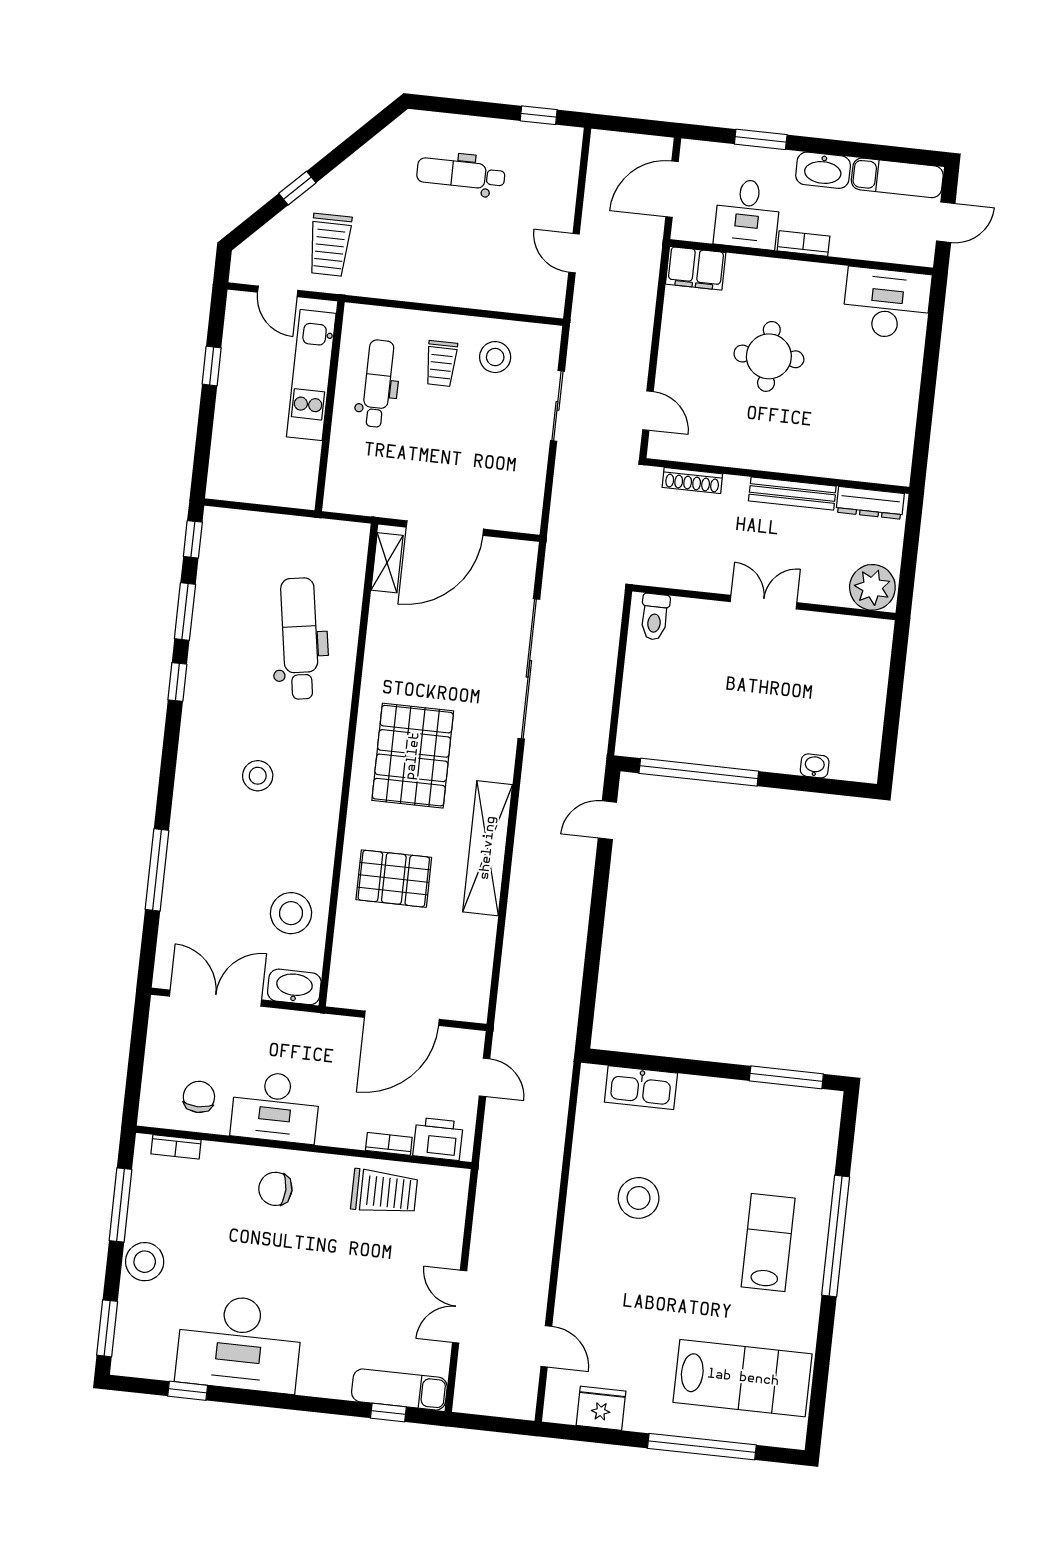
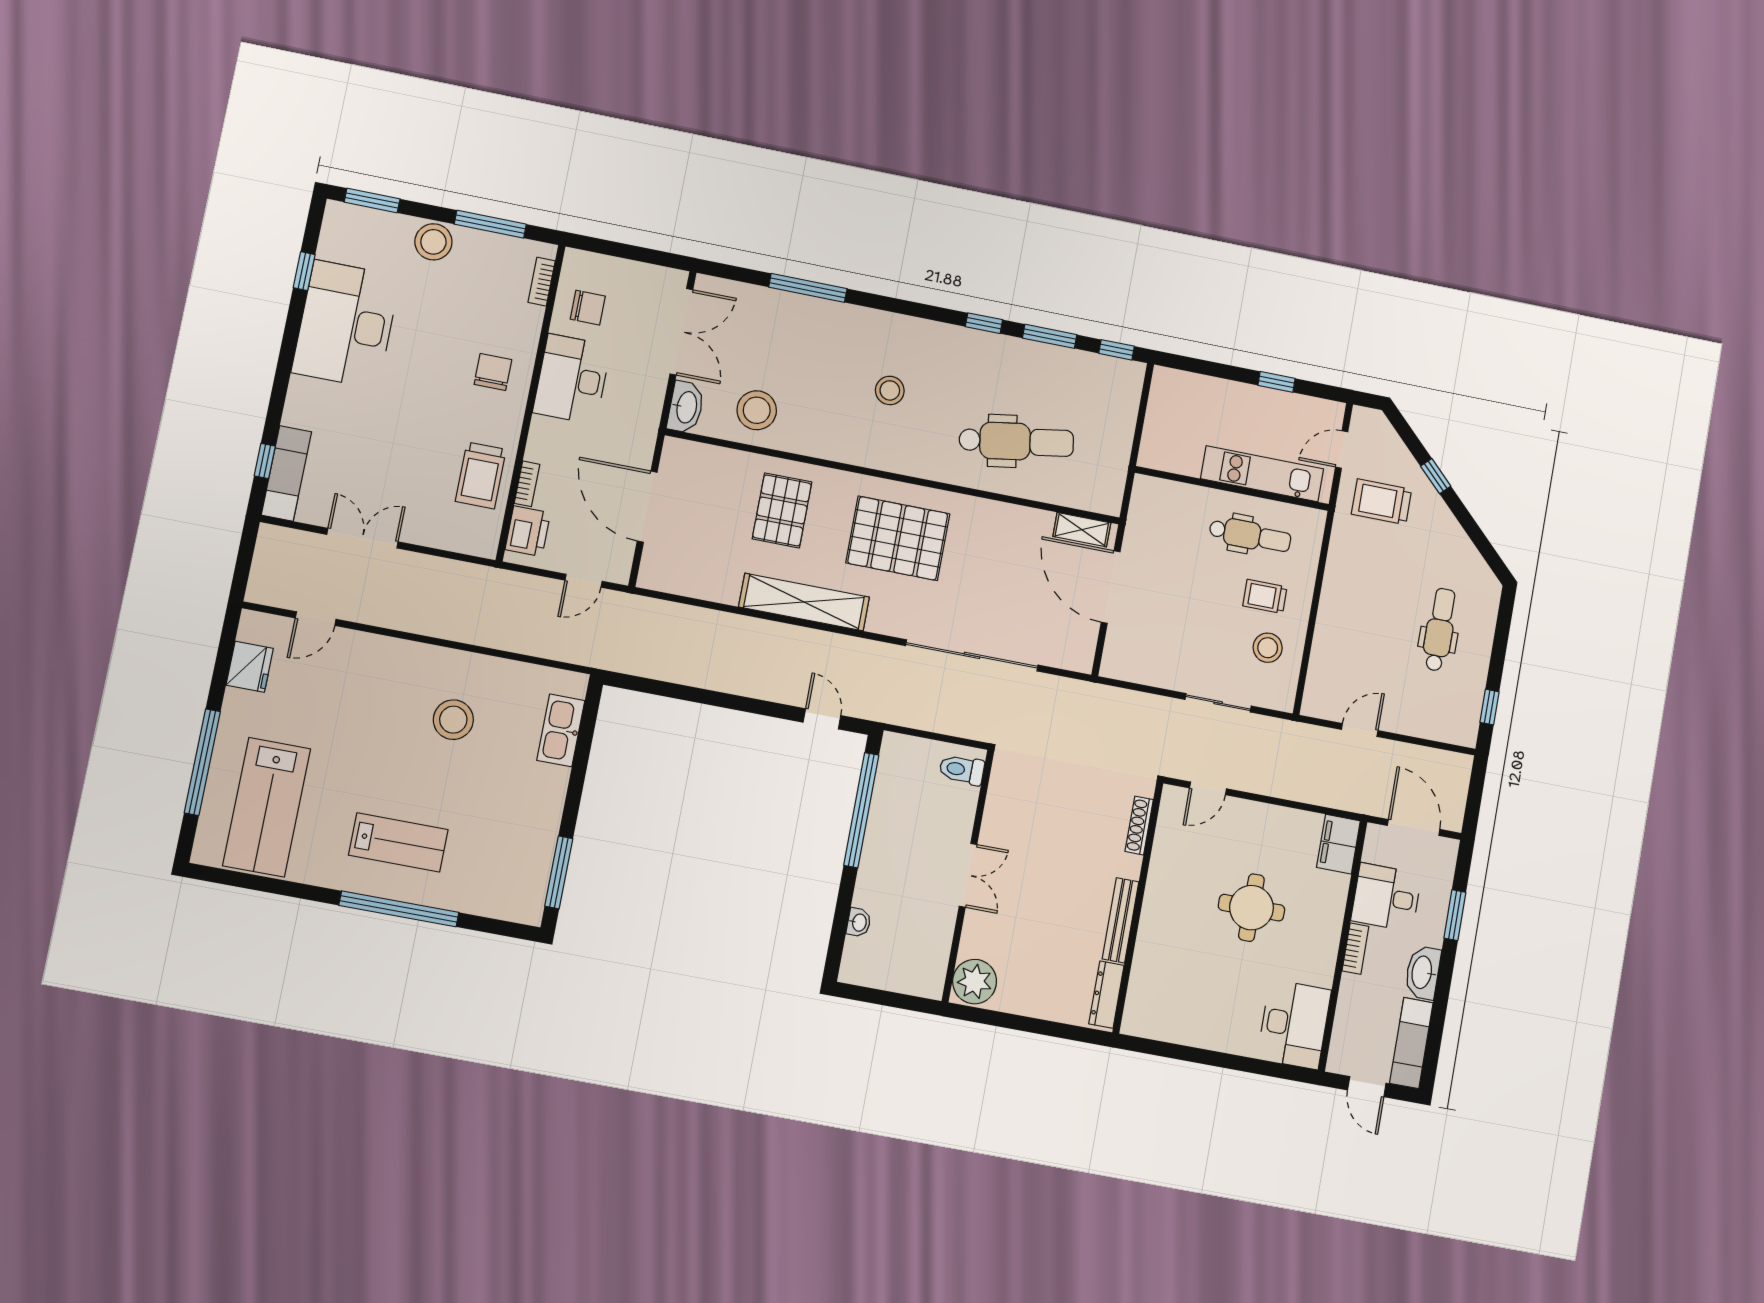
plant: (872, 587) -> (975, 982), moved
double door: (764, 602) -> (968, 875), moved
wall: (764, 602) -> (968, 876), moved
toilet: (655, 617) -> (962, 770), moved

